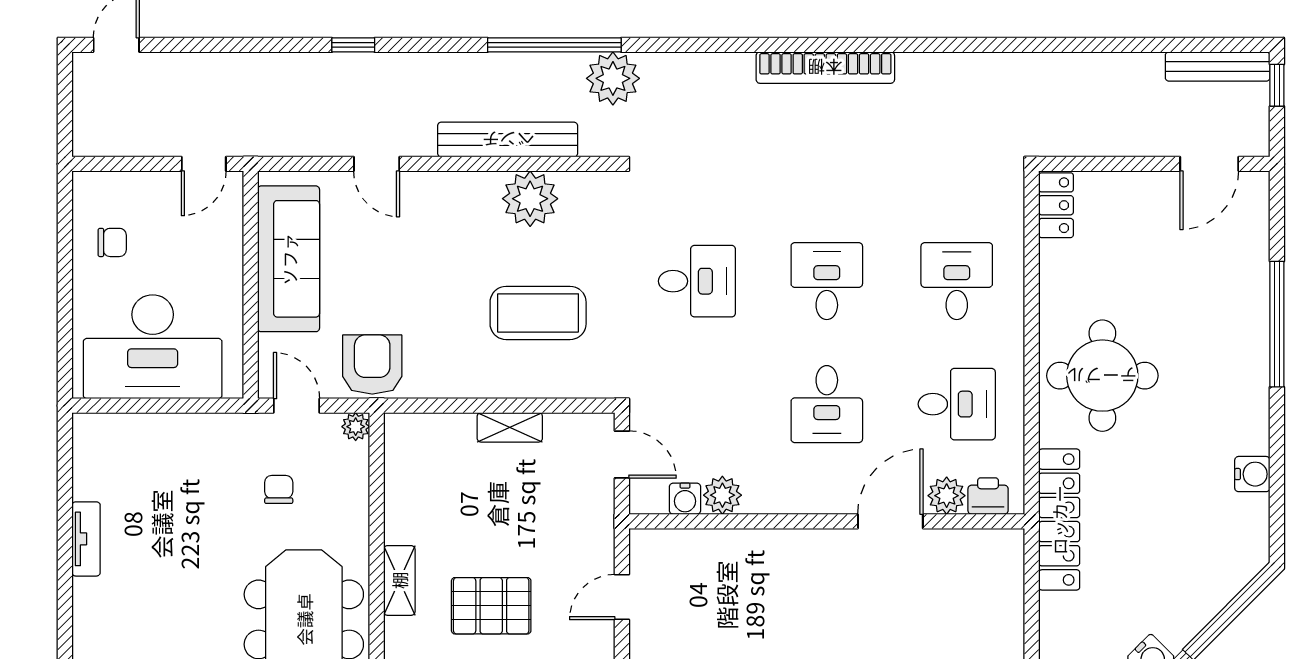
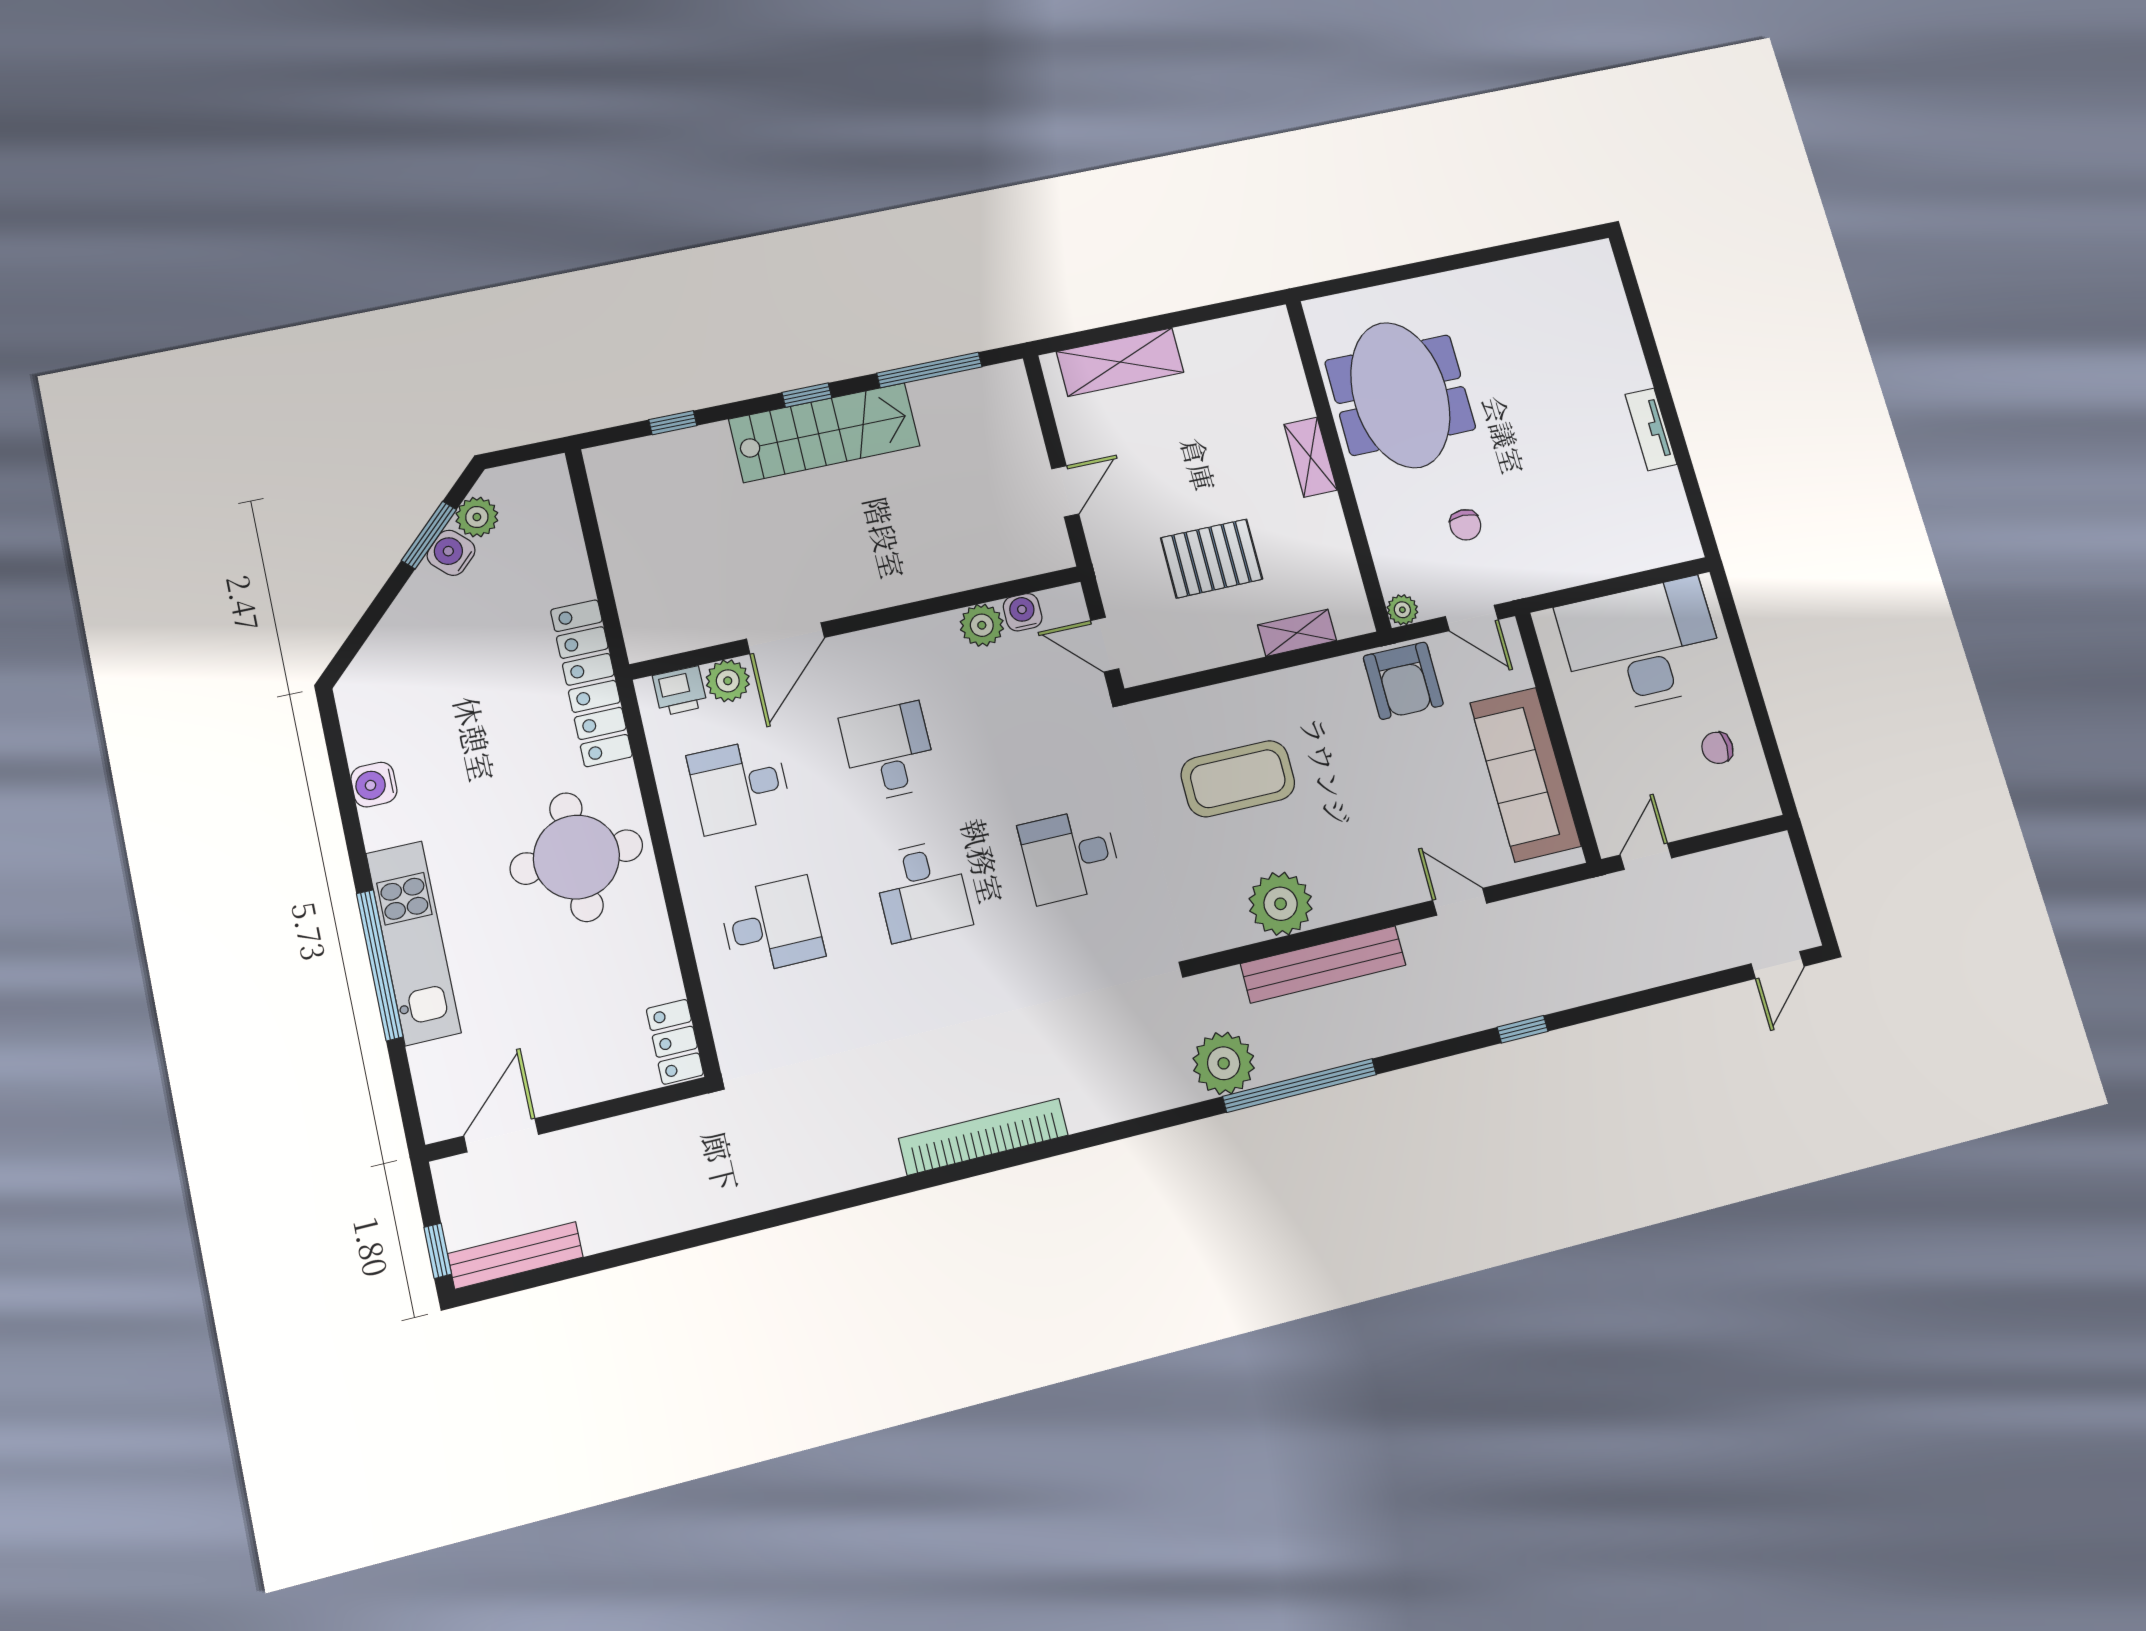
desk: (957, 281) -> (772, 926), turned -90
kitchen unit: (1247, 336) -> (413, 943), added
shelving: (510, 427) -> (1297, 633), moved
pallet: (491, 606) -> (1212, 558), moved

